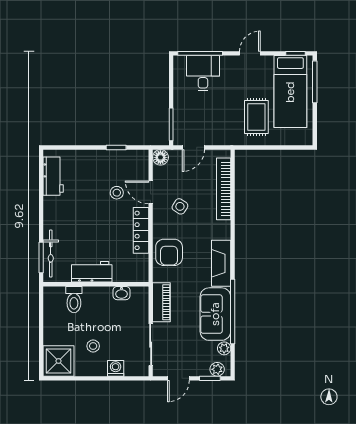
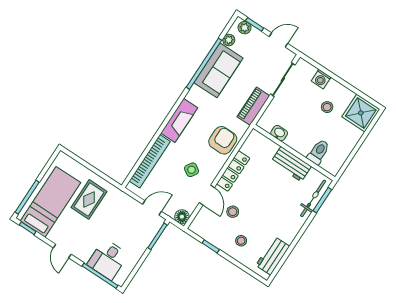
door: (250, 53) -> (62, 251), hinge flipped
stool: (91, 171) -> (241, 241), added
fireplace: (221, 263) -> (179, 120), moved

